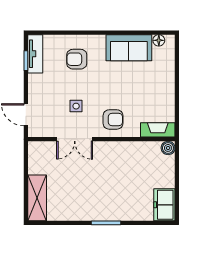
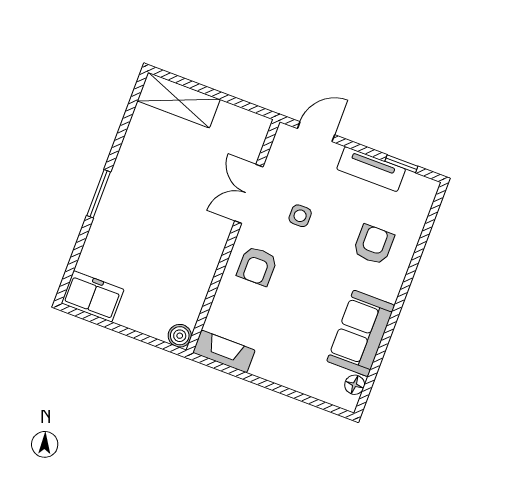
tv unit: (35, 54) -> (371, 169), moved
fireplace: (158, 130) -> (224, 351), moved, turned -90

